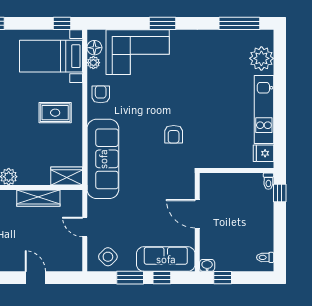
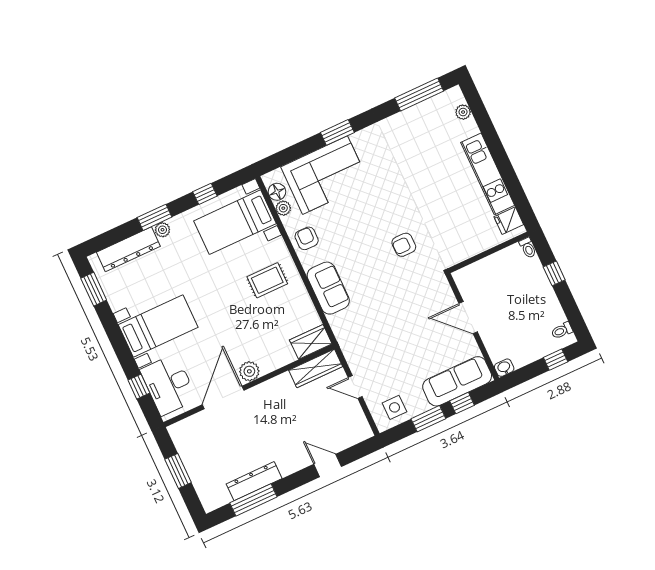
window: (62, 23) -> (205, 194), moved
plant: (261, 58) -> (463, 112), width x0.53, depth x0.53
armchair: (174, 134) -> (404, 245), turned 90
sofa: (103, 159) -> (328, 288), width x0.54, depth x0.79
window: (280, 193) -> (554, 273), moved
wardrobe: (38, 198) -> (316, 368), moved
side table: (108, 257) -> (394, 407), turned 45
window: (223, 278) -> (556, 360), moved

